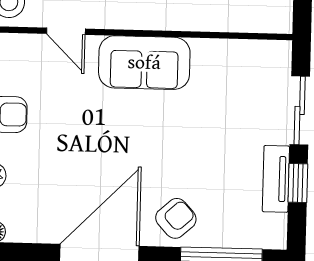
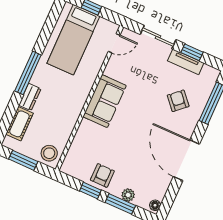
door: (66, 31) -> (114, 43), moved
armchair: (176, 218) -> (178, 101), moved

